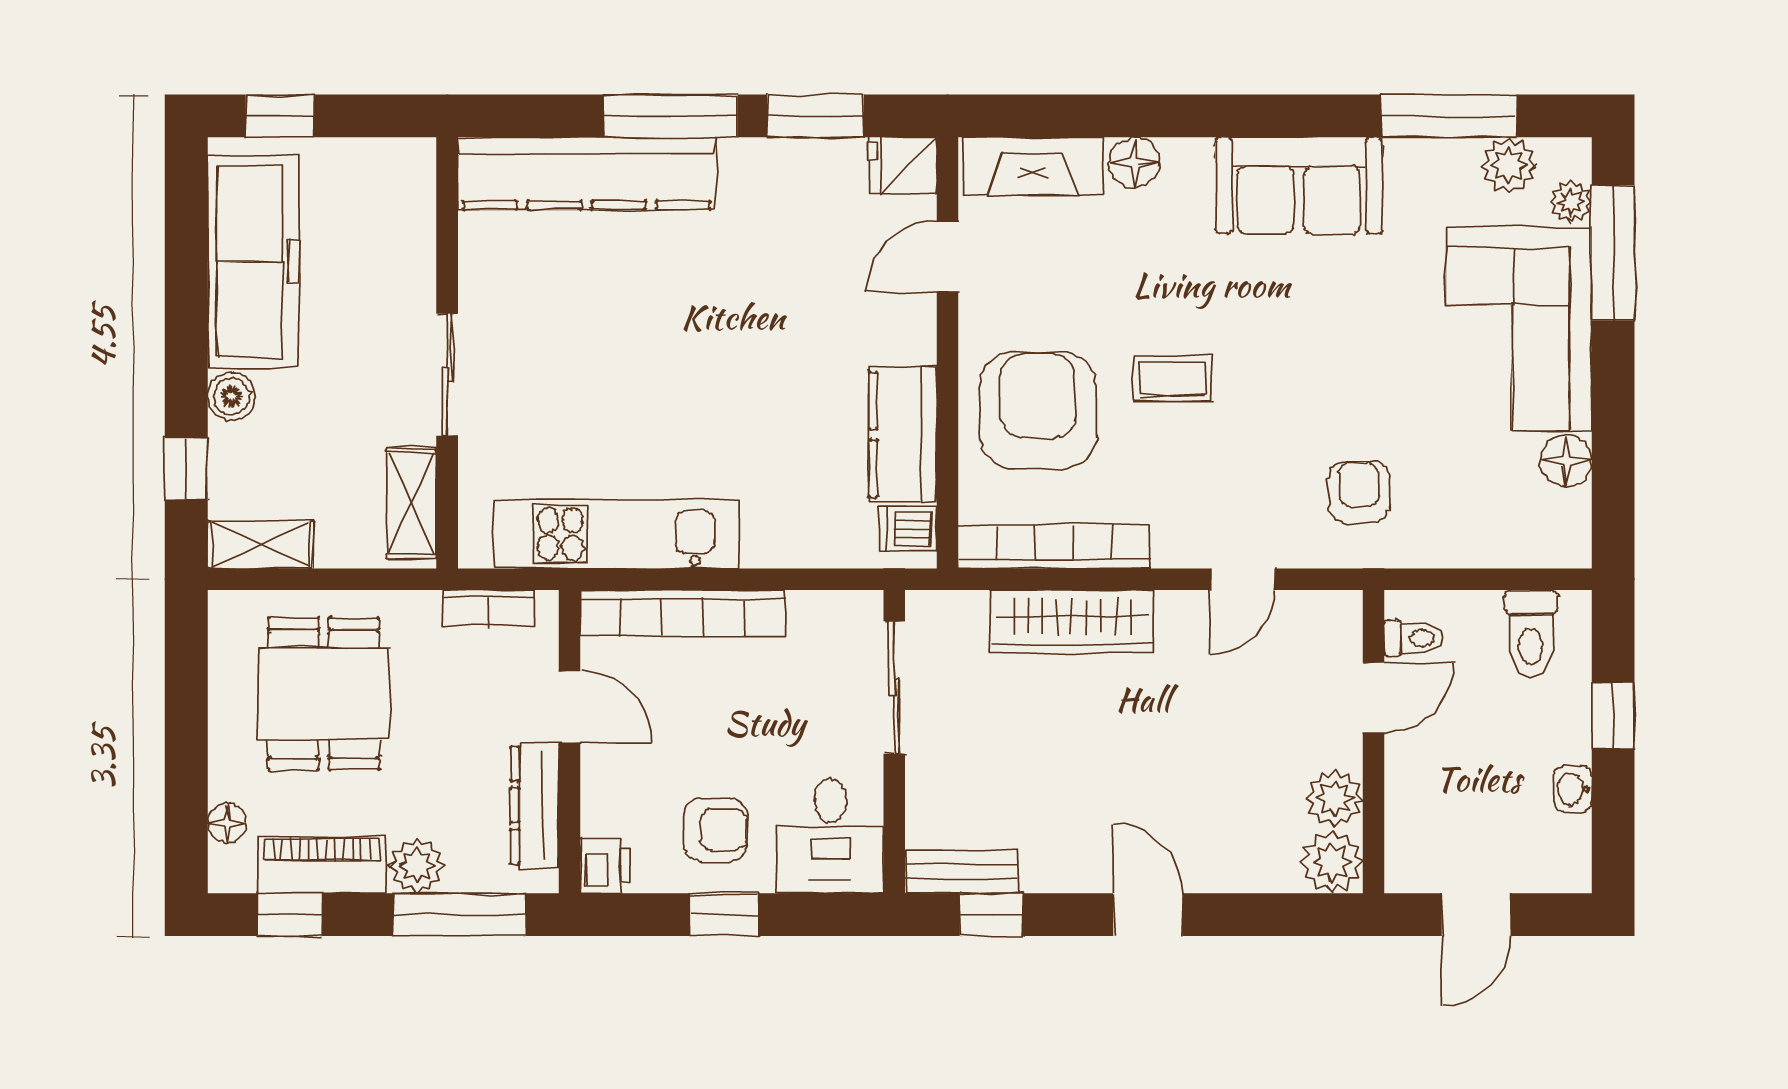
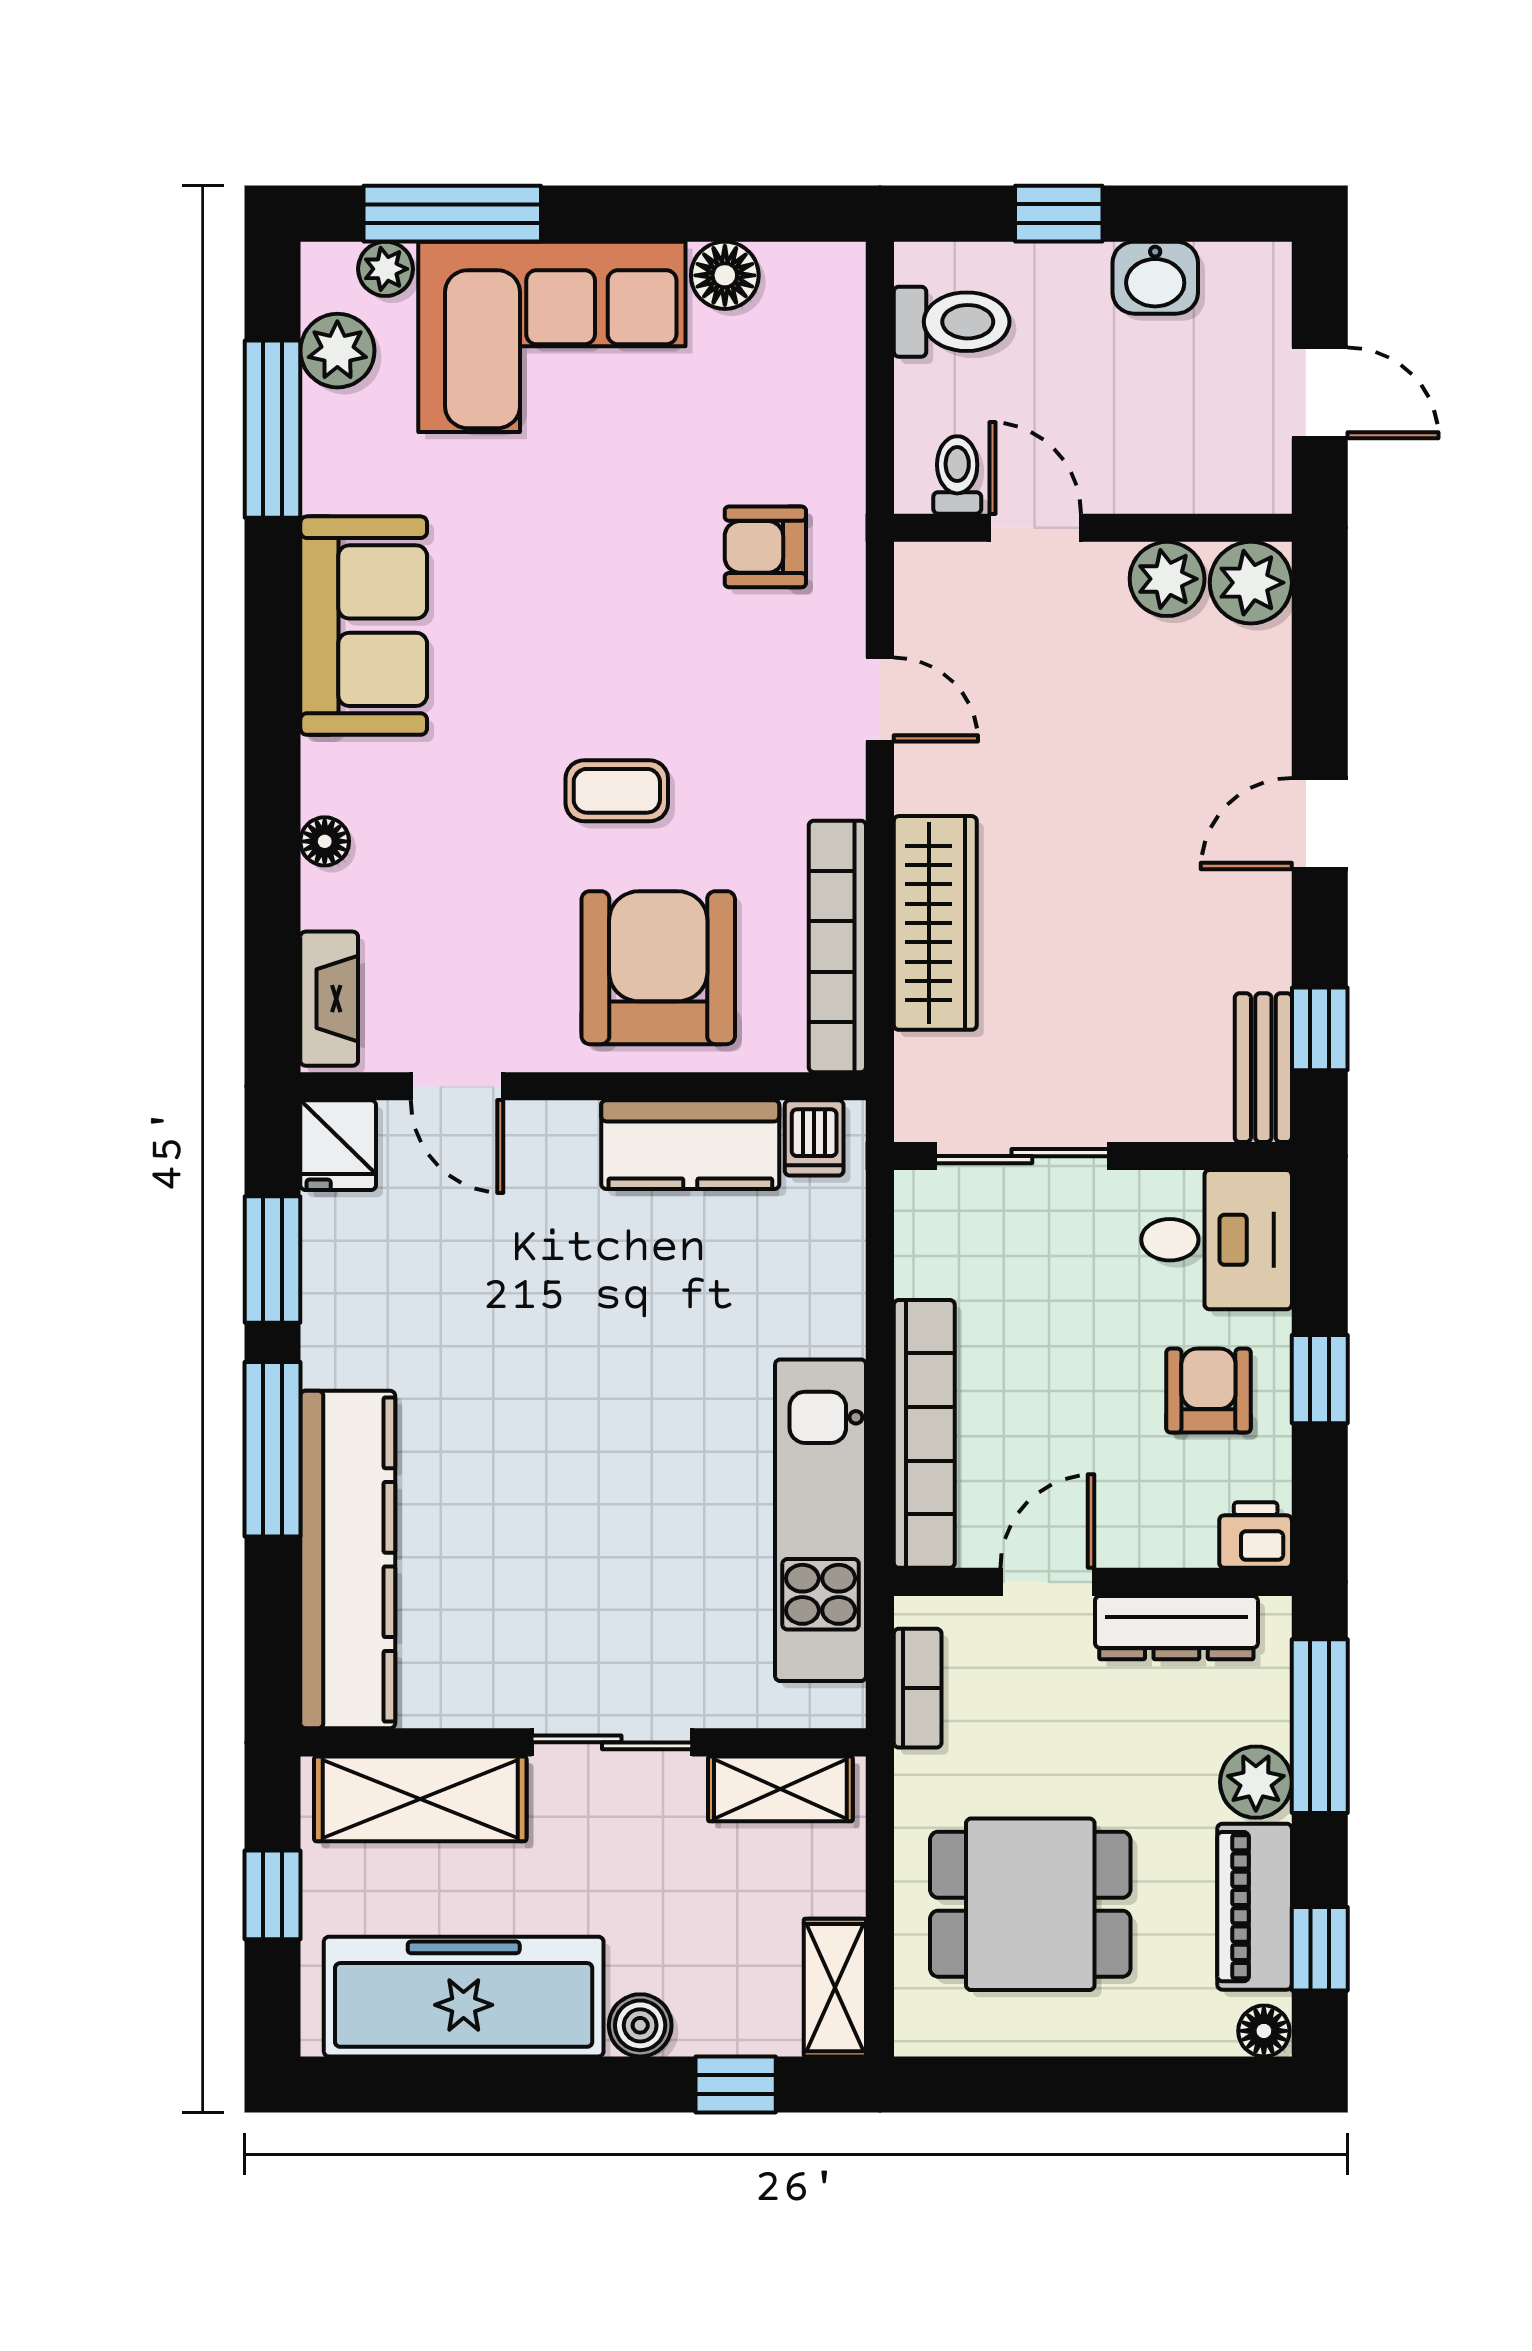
window: (280, 116) -> (273, 1895), moved
floor lamp: (1134, 163) -> (325, 841), width x0.73, depth x0.73
fireplace: (1033, 166) -> (329, 999), width x0.73, depth x0.76
shelving: (404, 229) -> (420, 1799), added
coffee table: (1173, 379) -> (617, 791), turned 90
armchair: (1038, 410) -> (658, 968), turned 90
washbasin: (1573, 789) -> (1155, 278), width x1.38, depth x1.45
floor lamp: (227, 823) -> (1264, 2031), moved

